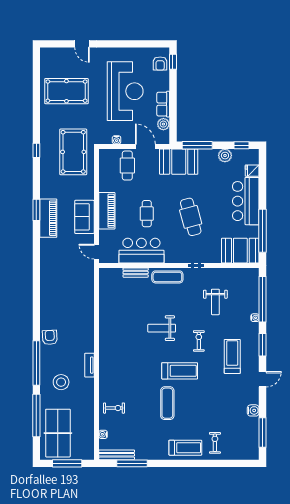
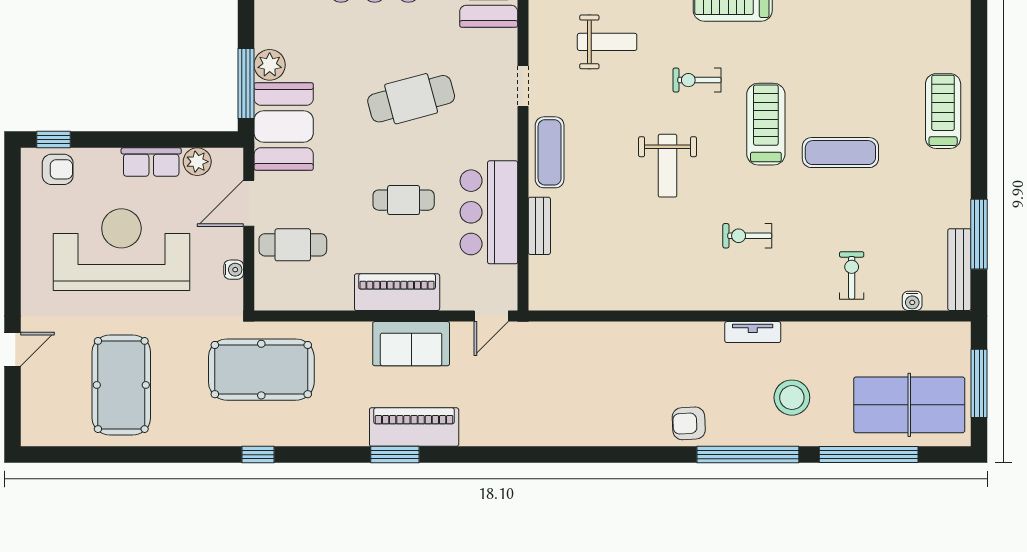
plant: (225, 156) -> (270, 65), moved
exercise bike: (215, 443) -> (747, 236), moved

